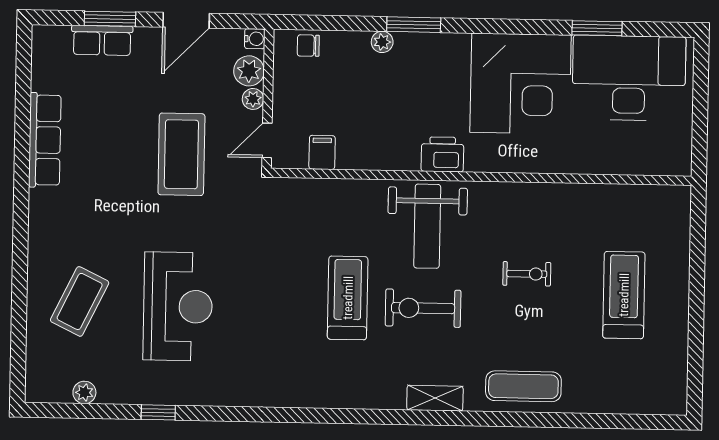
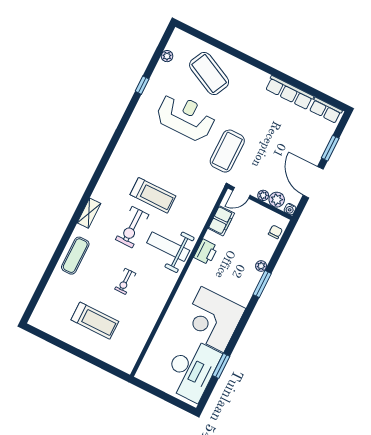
door: (186, 20) -> (313, 182), width x1.36
row of seats: (102, 40) -> (326, 110), moved, turned -90
door: (267, 140) -> (241, 193), swing flipped
filing cabinet: (322, 152) -> (221, 221), width x2.00
coffee table: (181, 154) -> (227, 151), moved, turned 90
printer: (442, 154) -> (206, 252), moved
coffee table: (80, 301) -> (209, 74), width x1.36, depth x1.32
reception desk: (178, 306) -> (186, 117), turned 180
exercise bike: (423, 308) -> (132, 227), turned 180

